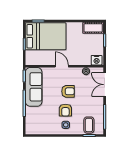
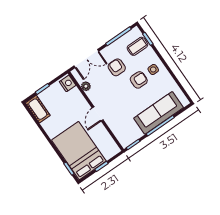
sofa: (34, 87) -> (159, 113), moved
armchair: (68, 91) -> (117, 67), moved

